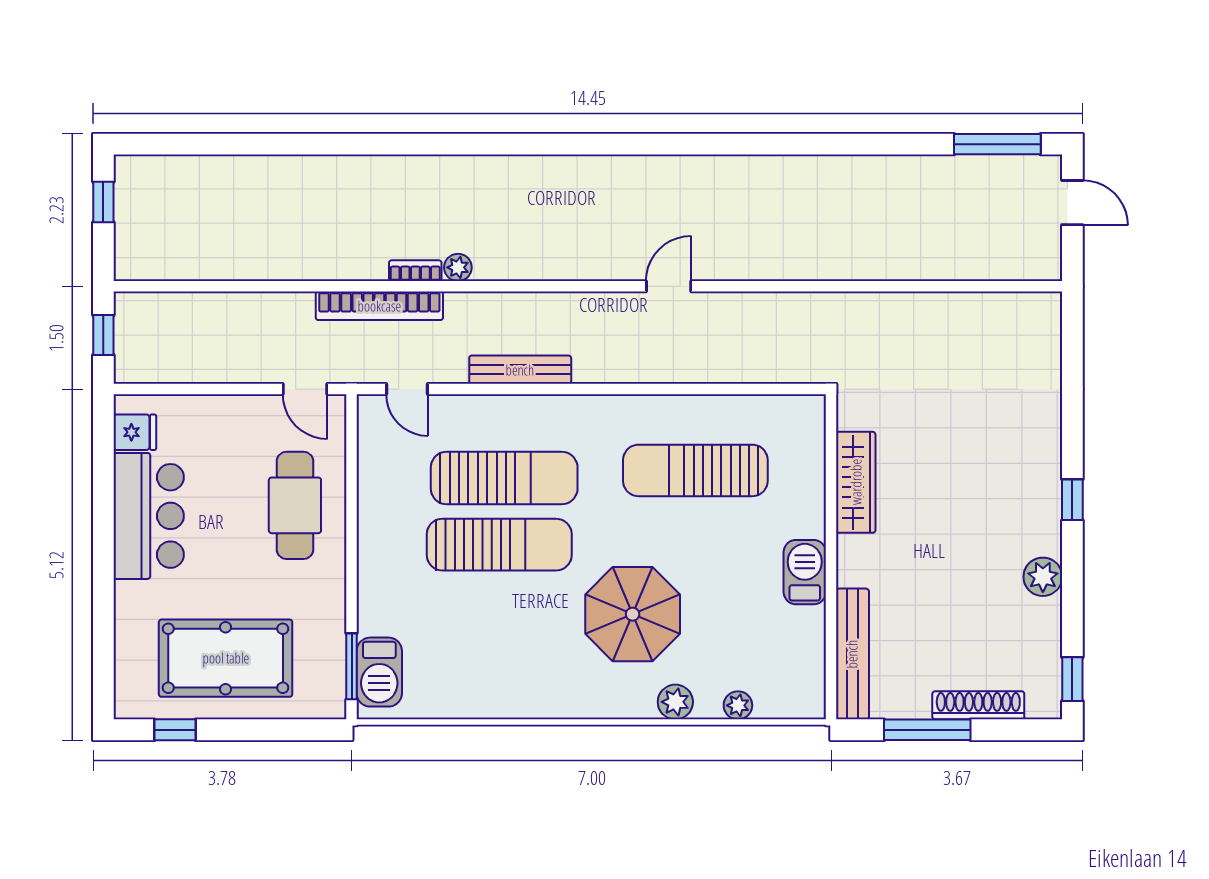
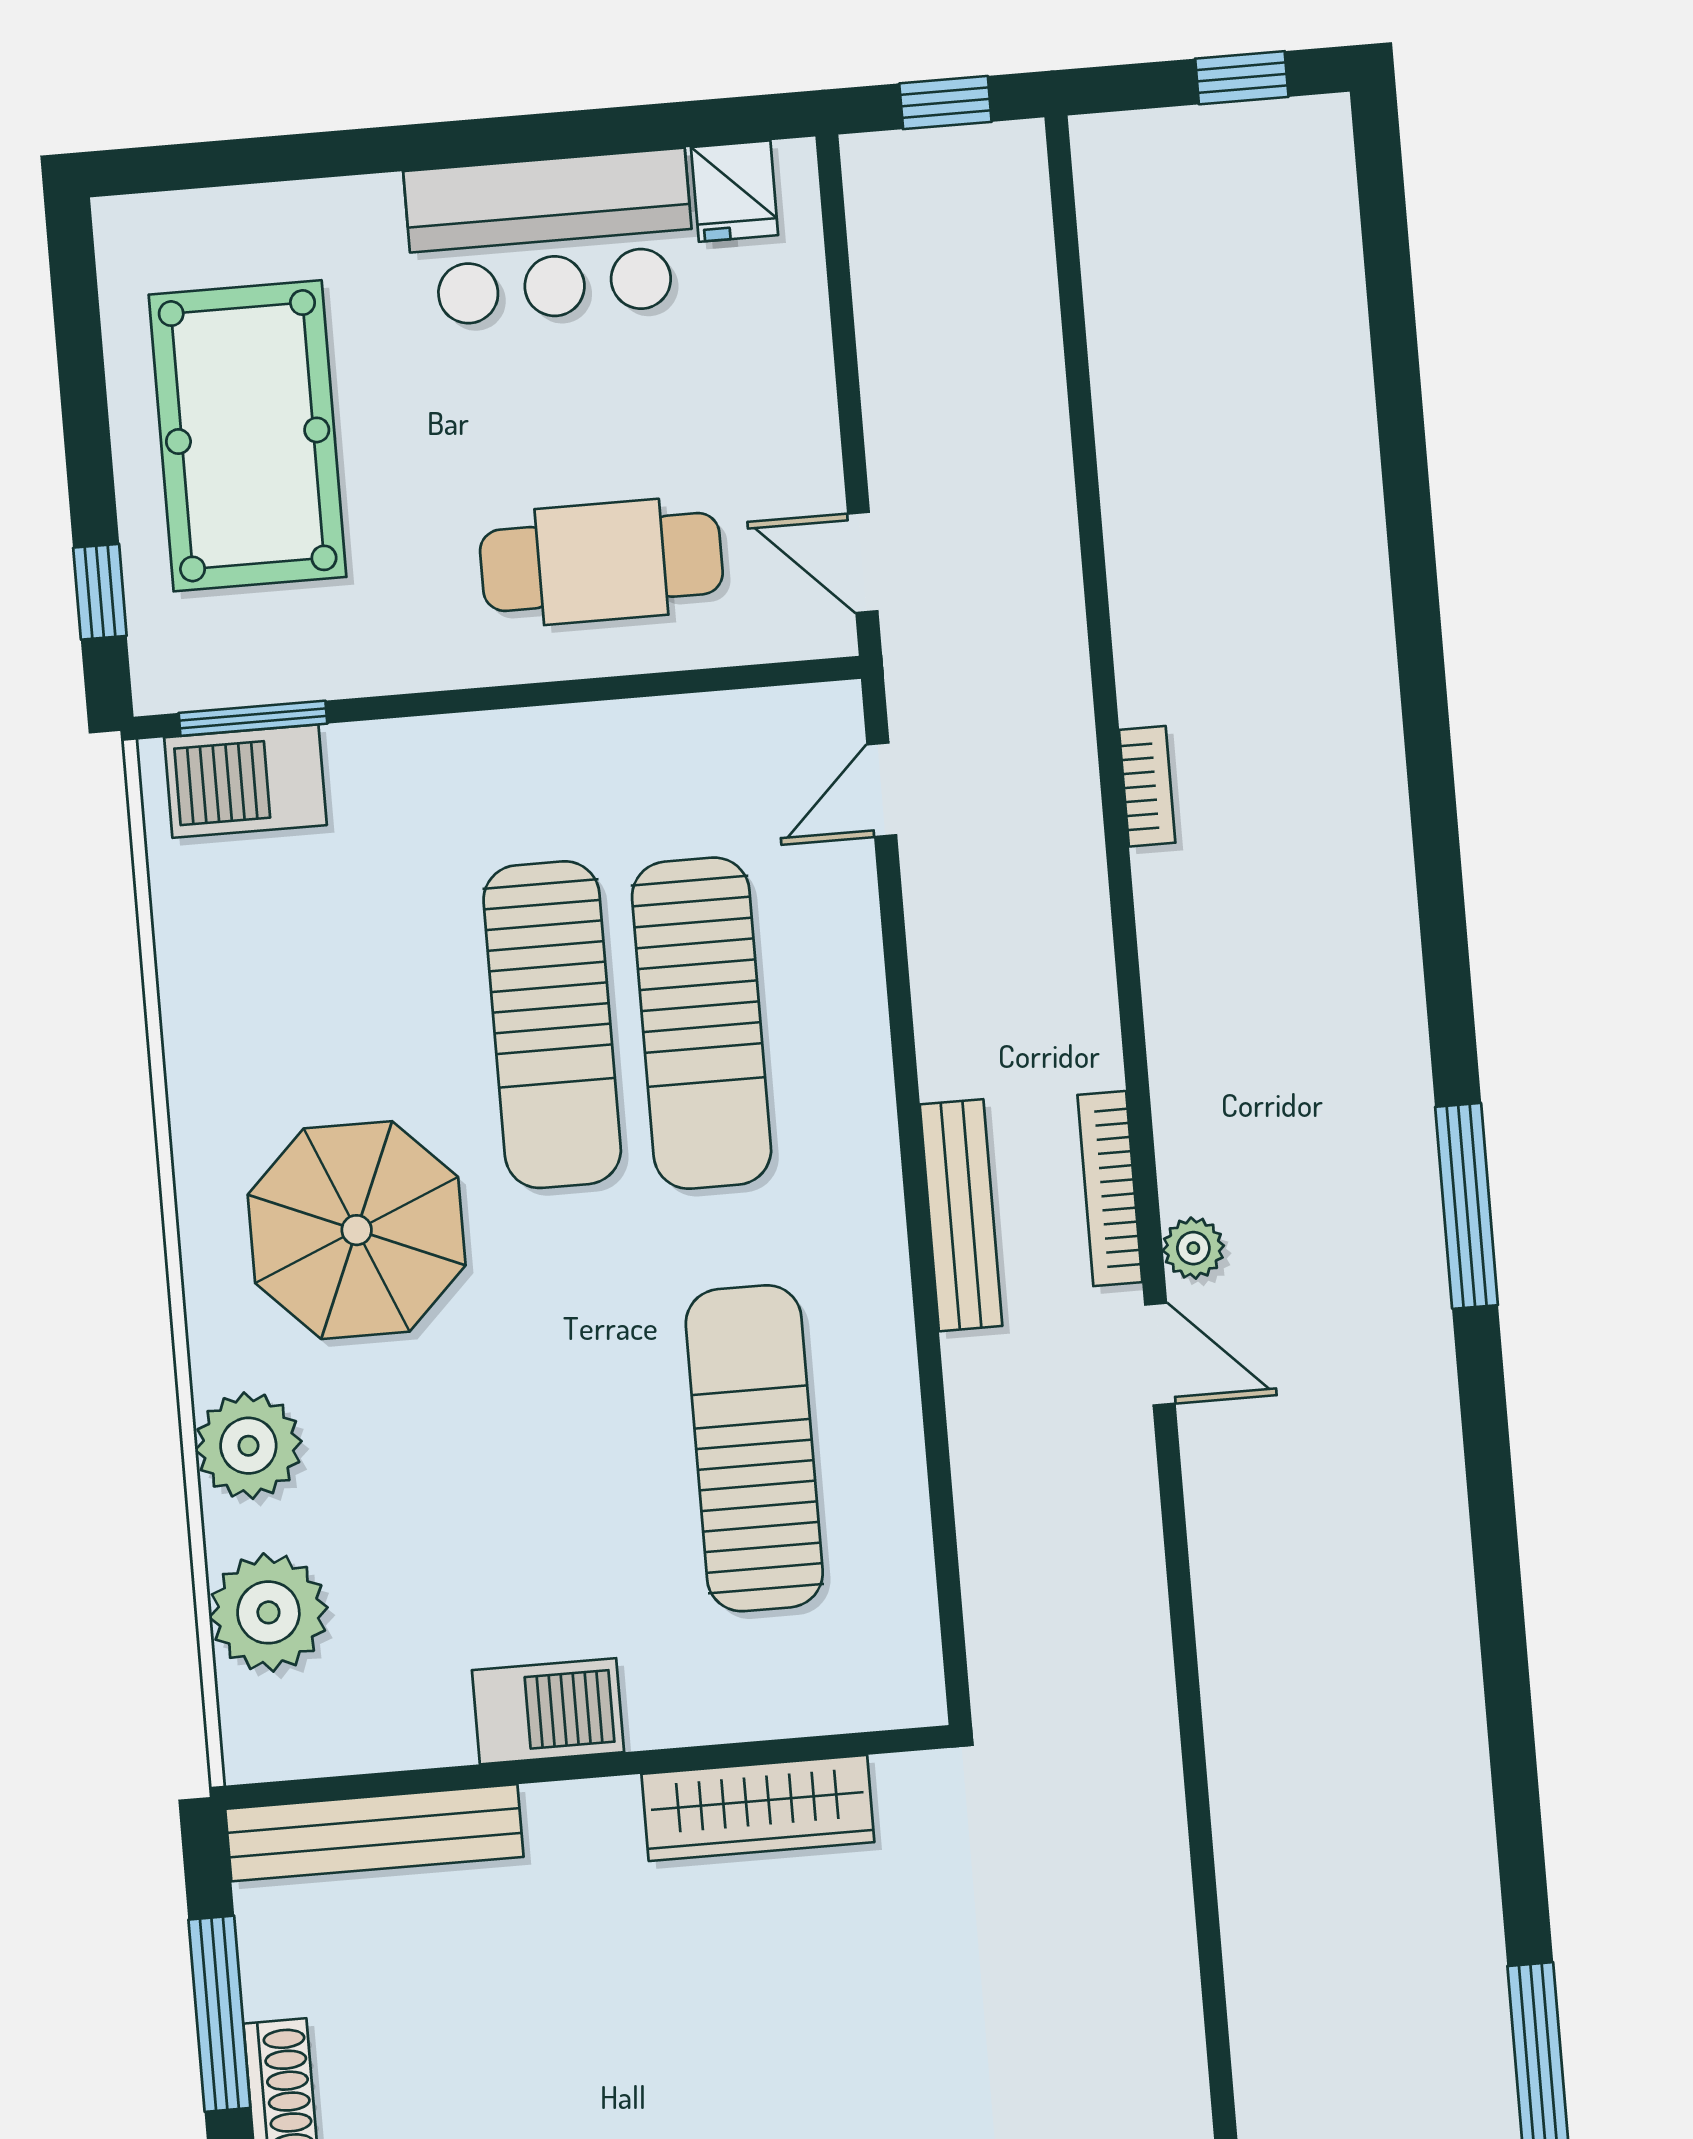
window: (614, 144) -> (1467, 1206), added
plant: (458, 267) -> (1193, 1248), moved
bookcase: (379, 306) -> (1110, 1188), moved, width x0.68, depth x0.76
bench: (520, 370) -> (961, 1215), moved
door: (305, 389) -> (863, 562), hinge flipped
parasol: (633, 614) -> (357, 1230), moved
plant: (675, 702) -> (248, 1446), width x1.36, depth x1.36
plant: (738, 705) -> (268, 1612), width x1.87, depth x1.87
window: (175, 730) -> (100, 592), moved

